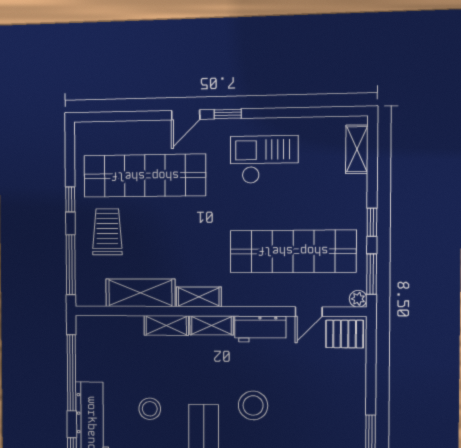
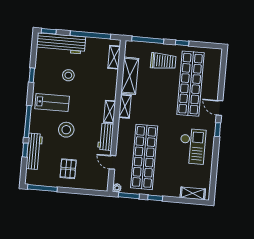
shelving: (166, 325) -> (114, 57), moved
pallet: (345, 334) -> (68, 169), moved

